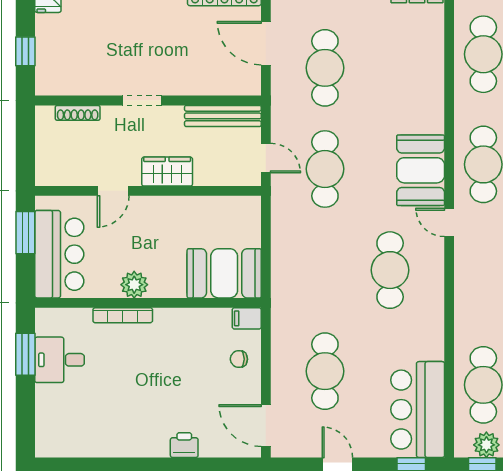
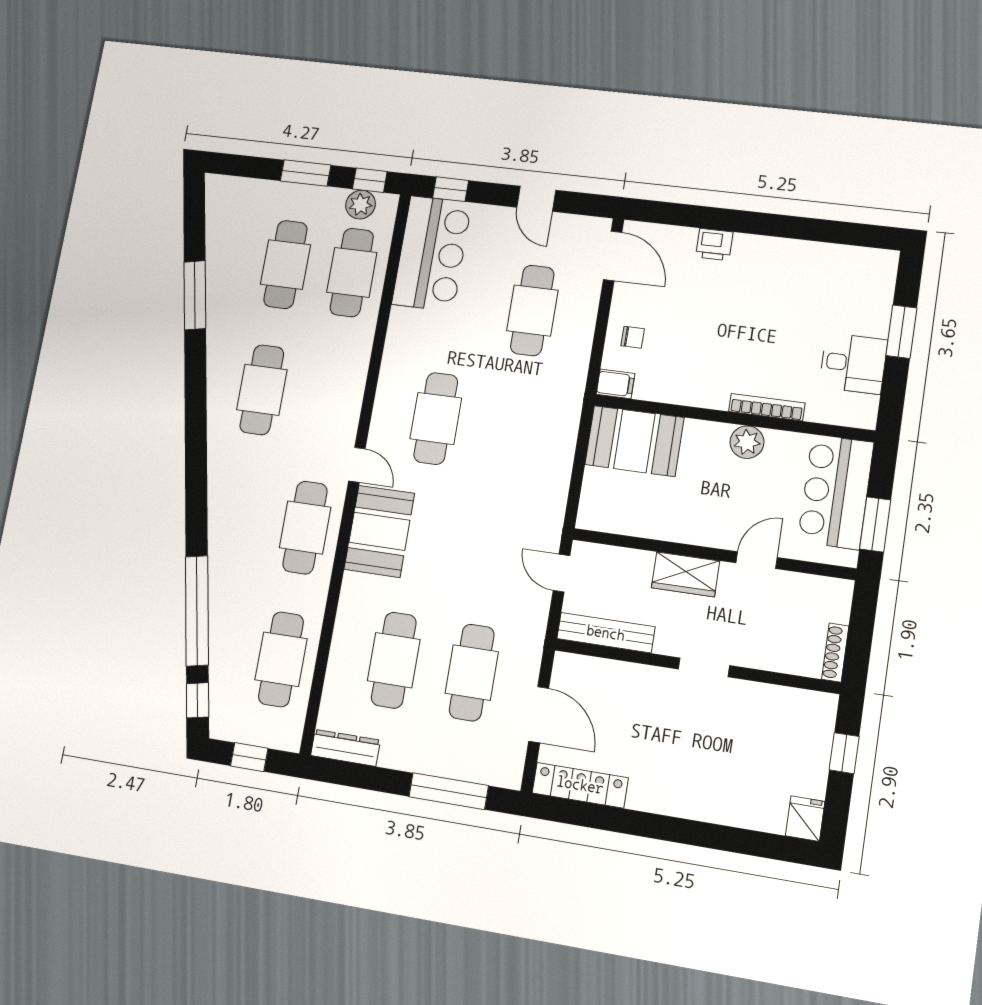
shoe rack: (78, 113) -> (835, 653), moved, turned -90
cafe table: (325, 169) -> (394, 660), moved
window: (25, 354) -> (901, 332), moved

